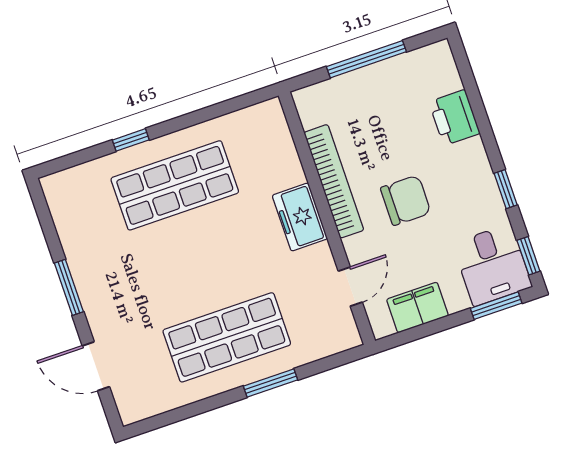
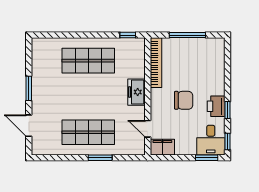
printer: (454, 118) -> (216, 106), moved
window: (131, 140) -> (128, 35), moved
bookcase: (334, 181) -> (156, 63), moved
door: (350, 287) -> (148, 129), swing flipped
filing cabinet: (417, 307) -> (162, 147), moved

